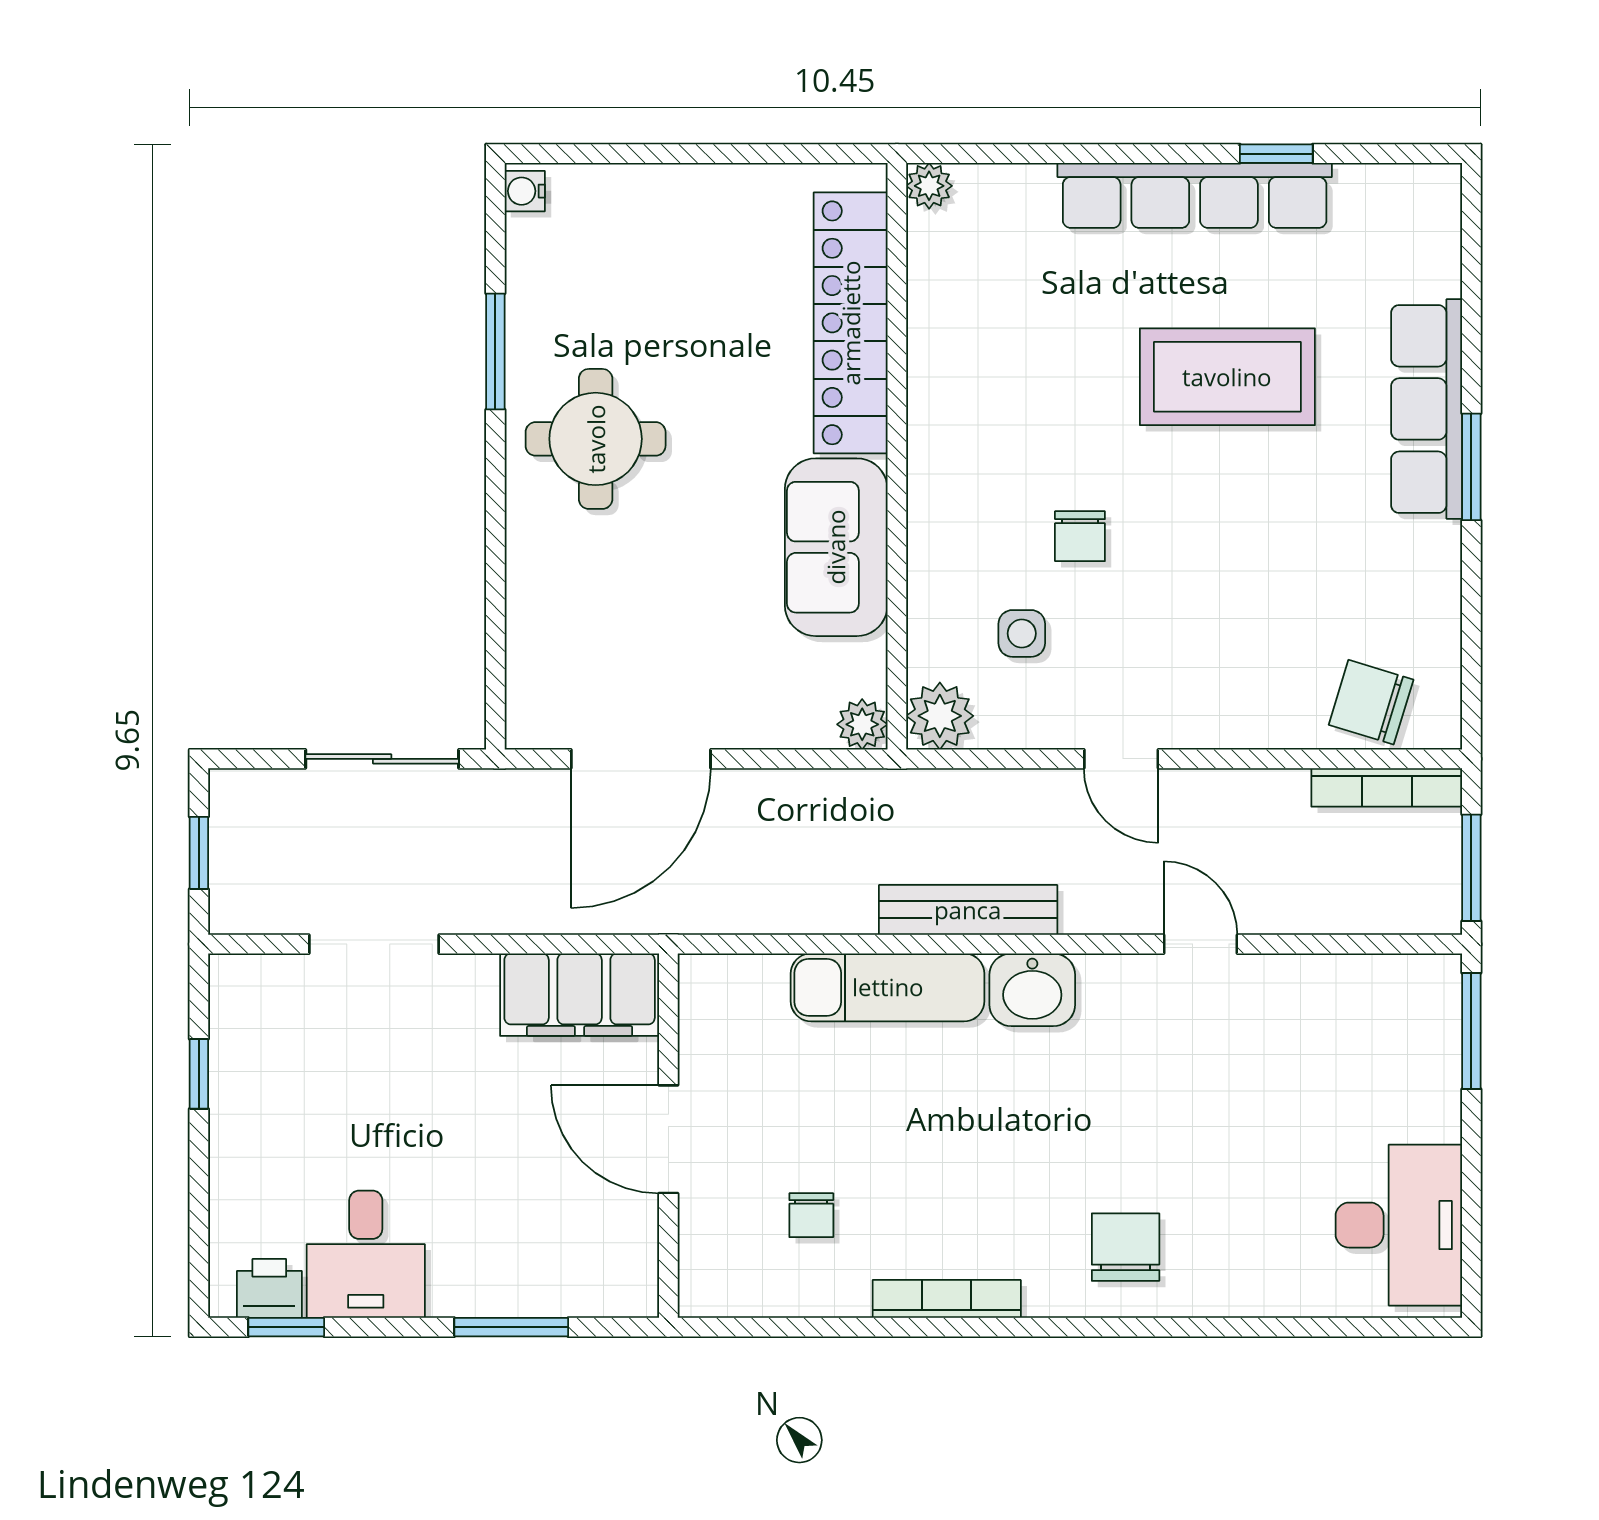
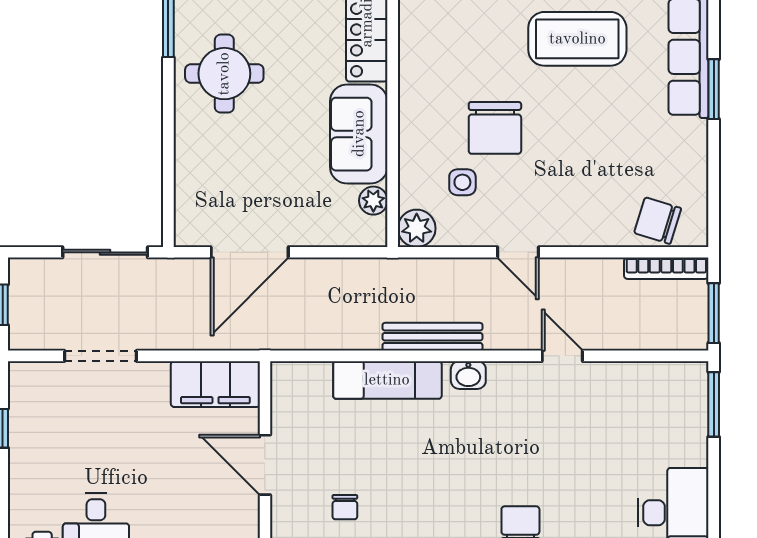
chair: (1080, 536) -> (495, 128), width x1.87, depth x1.87
plant: (862, 724) -> (373, 201), moved
washbasin: (1032, 990) -> (468, 375), width x0.72, depth x0.69

